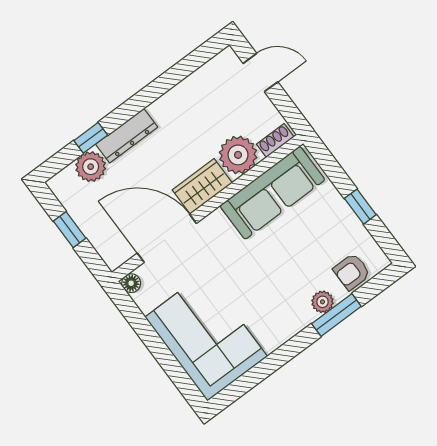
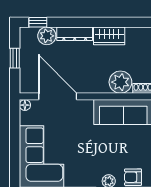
window: (91, 138) -> (38, 22), moved
wardrobe: (202, 186) -> (109, 36), moved, turned 180

